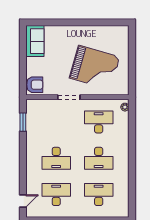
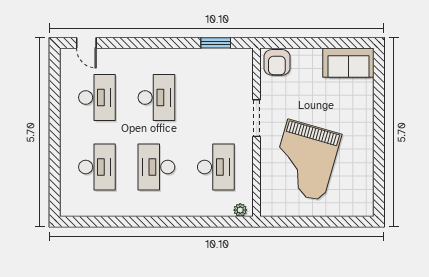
desk: (56, 158) -> (156, 98), turned 180

